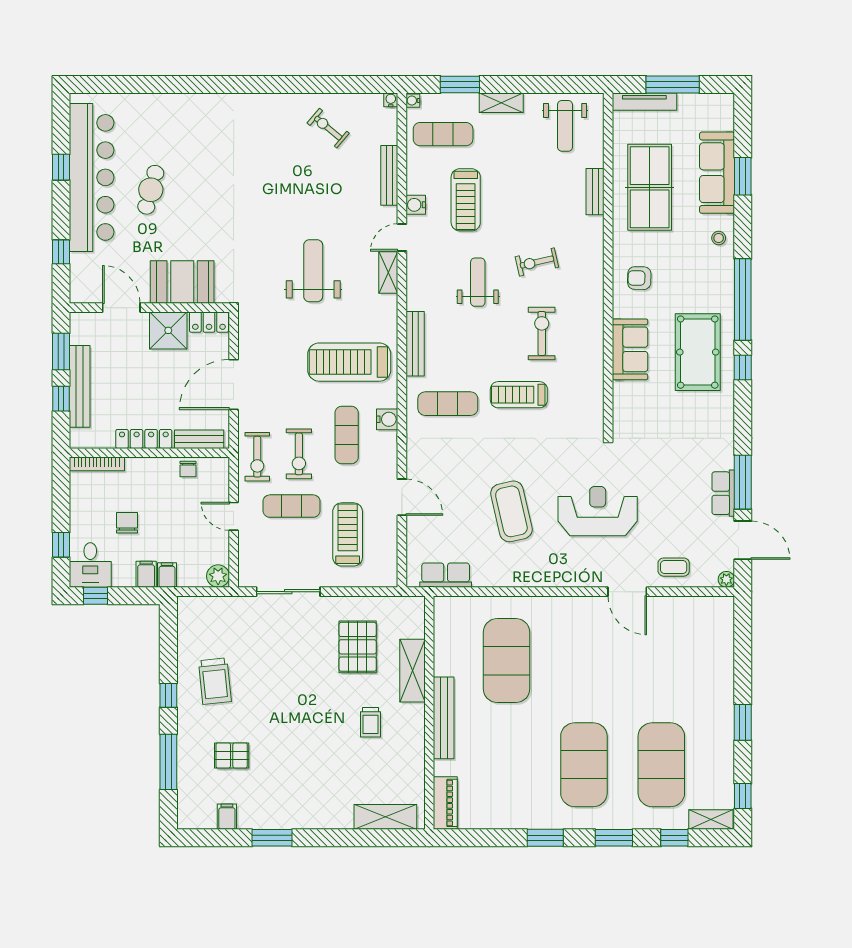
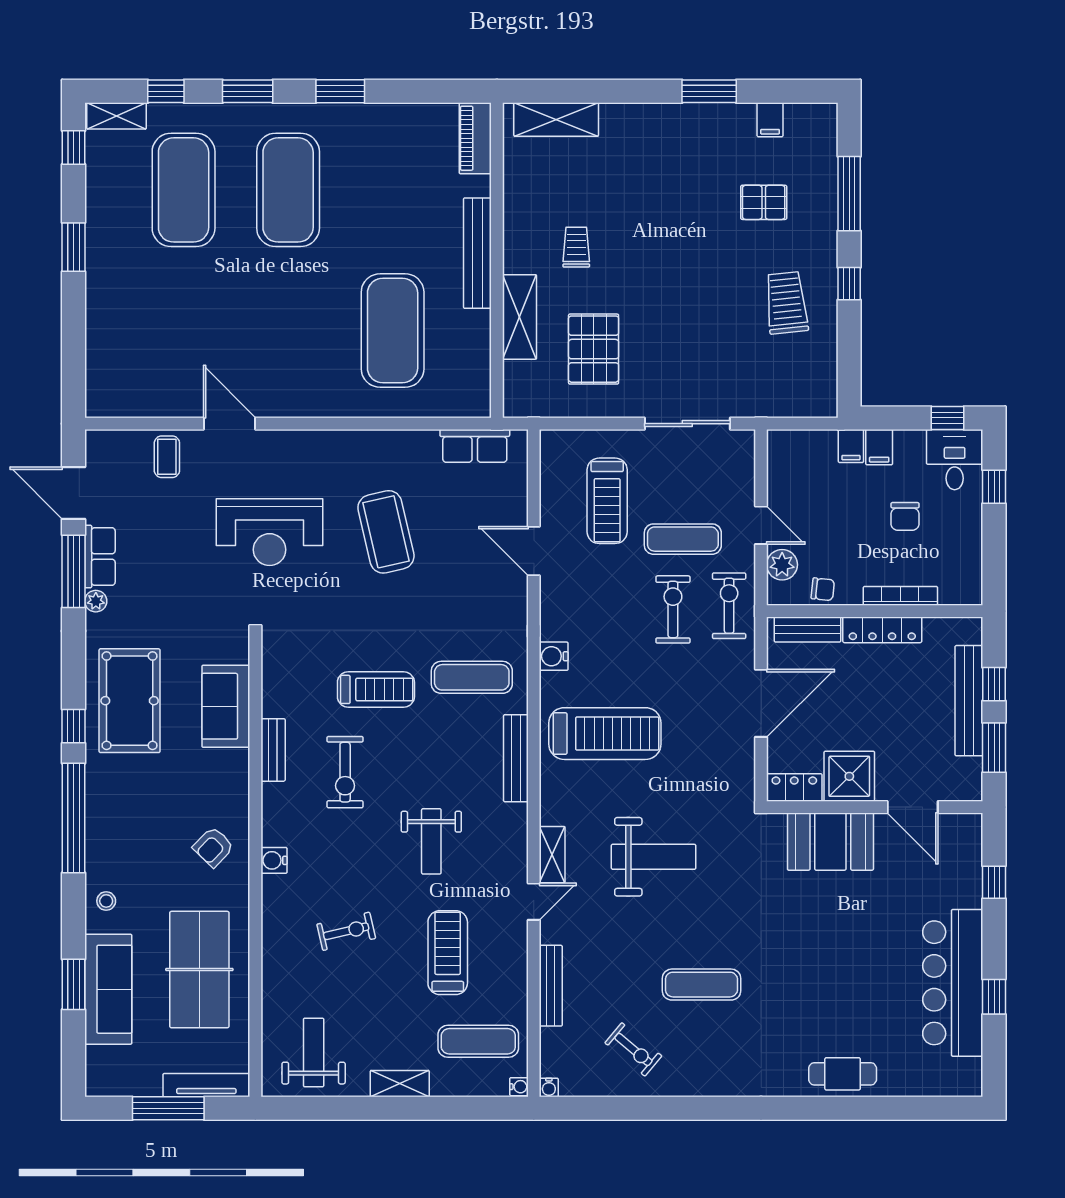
window: (460, 85) -> (455, 1108), removed
bar counter: (92, 177) -> (953, 983), width x0.73
cafe table: (151, 190) -> (843, 1074), moved, turned 75
bench: (595, 192) -> (273, 750), moved
water cooler: (416, 205) -> (274, 860), moved, turned 180
exercise bike: (537, 262) -> (346, 931), moved
weight bench: (313, 271) -> (654, 857), turned -90
armchair: (639, 278) -> (213, 847), turned 133
sofa: (630, 349) -> (226, 706), moved
pool table: (698, 352) -> (130, 701), moved
exercise mat: (347, 435) -> (701, 985), moved, turned 90
bookcase: (97, 464) -> (900, 596), moved
chair: (188, 469) -> (823, 589), turned 96
coffee table: (674, 567) -> (167, 457), turned 90
plant: (218, 576) -> (782, 565), moved
plant: (726, 579) -> (96, 601), moved

